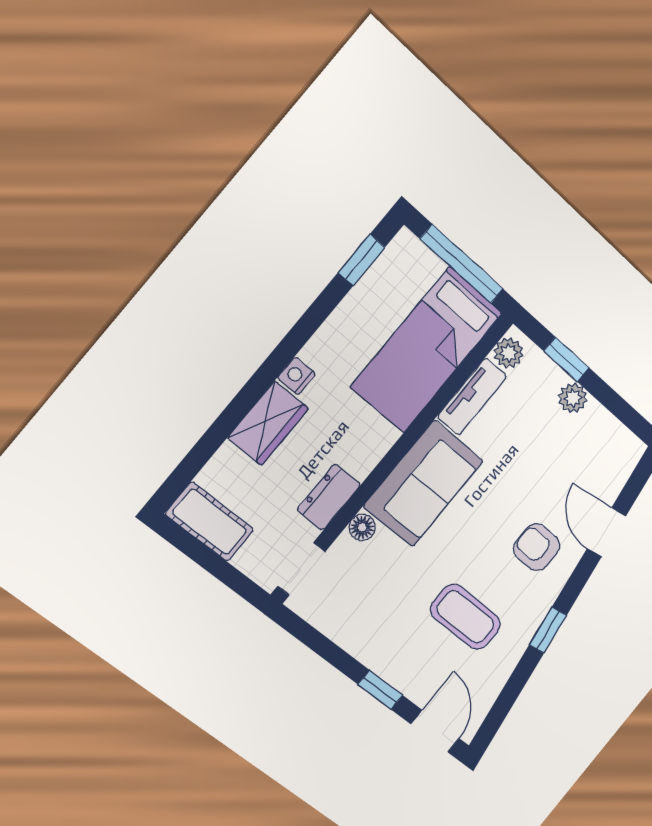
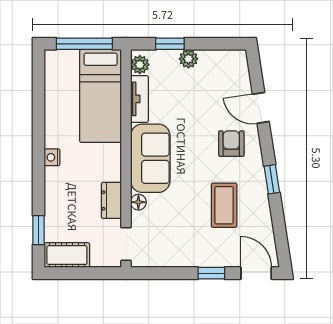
window: (362, 260) -> (39, 230), moved
wardrobe: (268, 423) -> (57, 189), removed
armchair: (537, 547) -> (231, 144), turned 90
coffee table: (465, 617) -> (224, 205), turned 90

